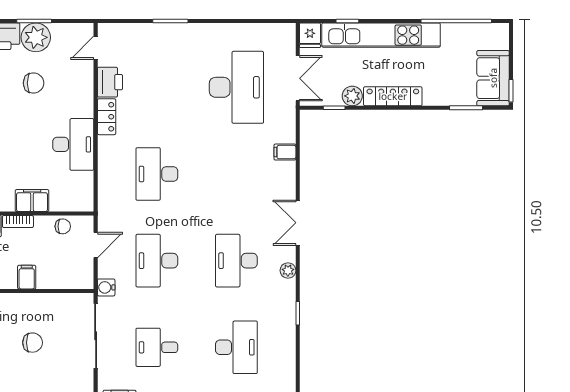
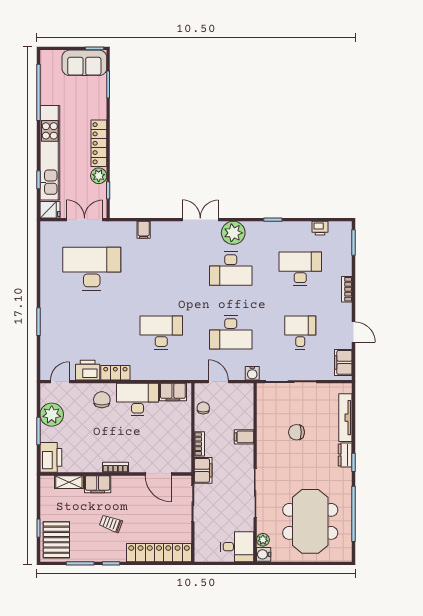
plant: (36, 37) -> (52, 415), moved
door: (96, 48) -> (60, 382), swing flipped
chair: (34, 83) -> (102, 400), moved
desk: (157, 174) -> (161, 333), turned 180
filing cabinet: (32, 201) -> (173, 392), moved, turned -90
double door: (298, 223) -> (200, 220), swing flipped
plant: (288, 271) -> (233, 233), width x1.88, depth x1.88
chair: (33, 343) -> (296, 432), turned -90
desk: (157, 347) -> (300, 333), turned 180
printer: (287, 372) -> (320, 228), added

